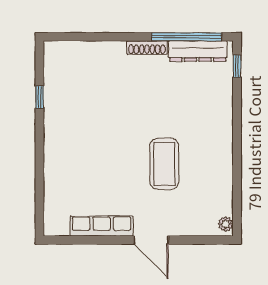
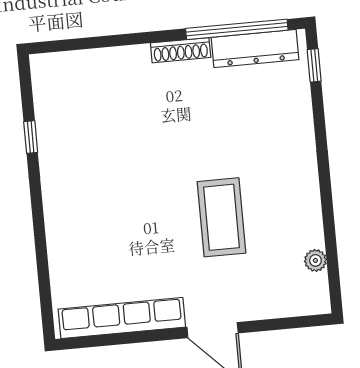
plant: (226, 224) -> (315, 260), moved
row of seats: (102, 226) -> (122, 318), width x1.36

